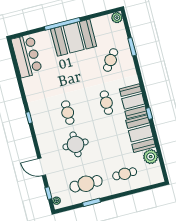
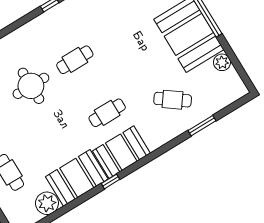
plant: (117, 18) -> (222, 62), moved

